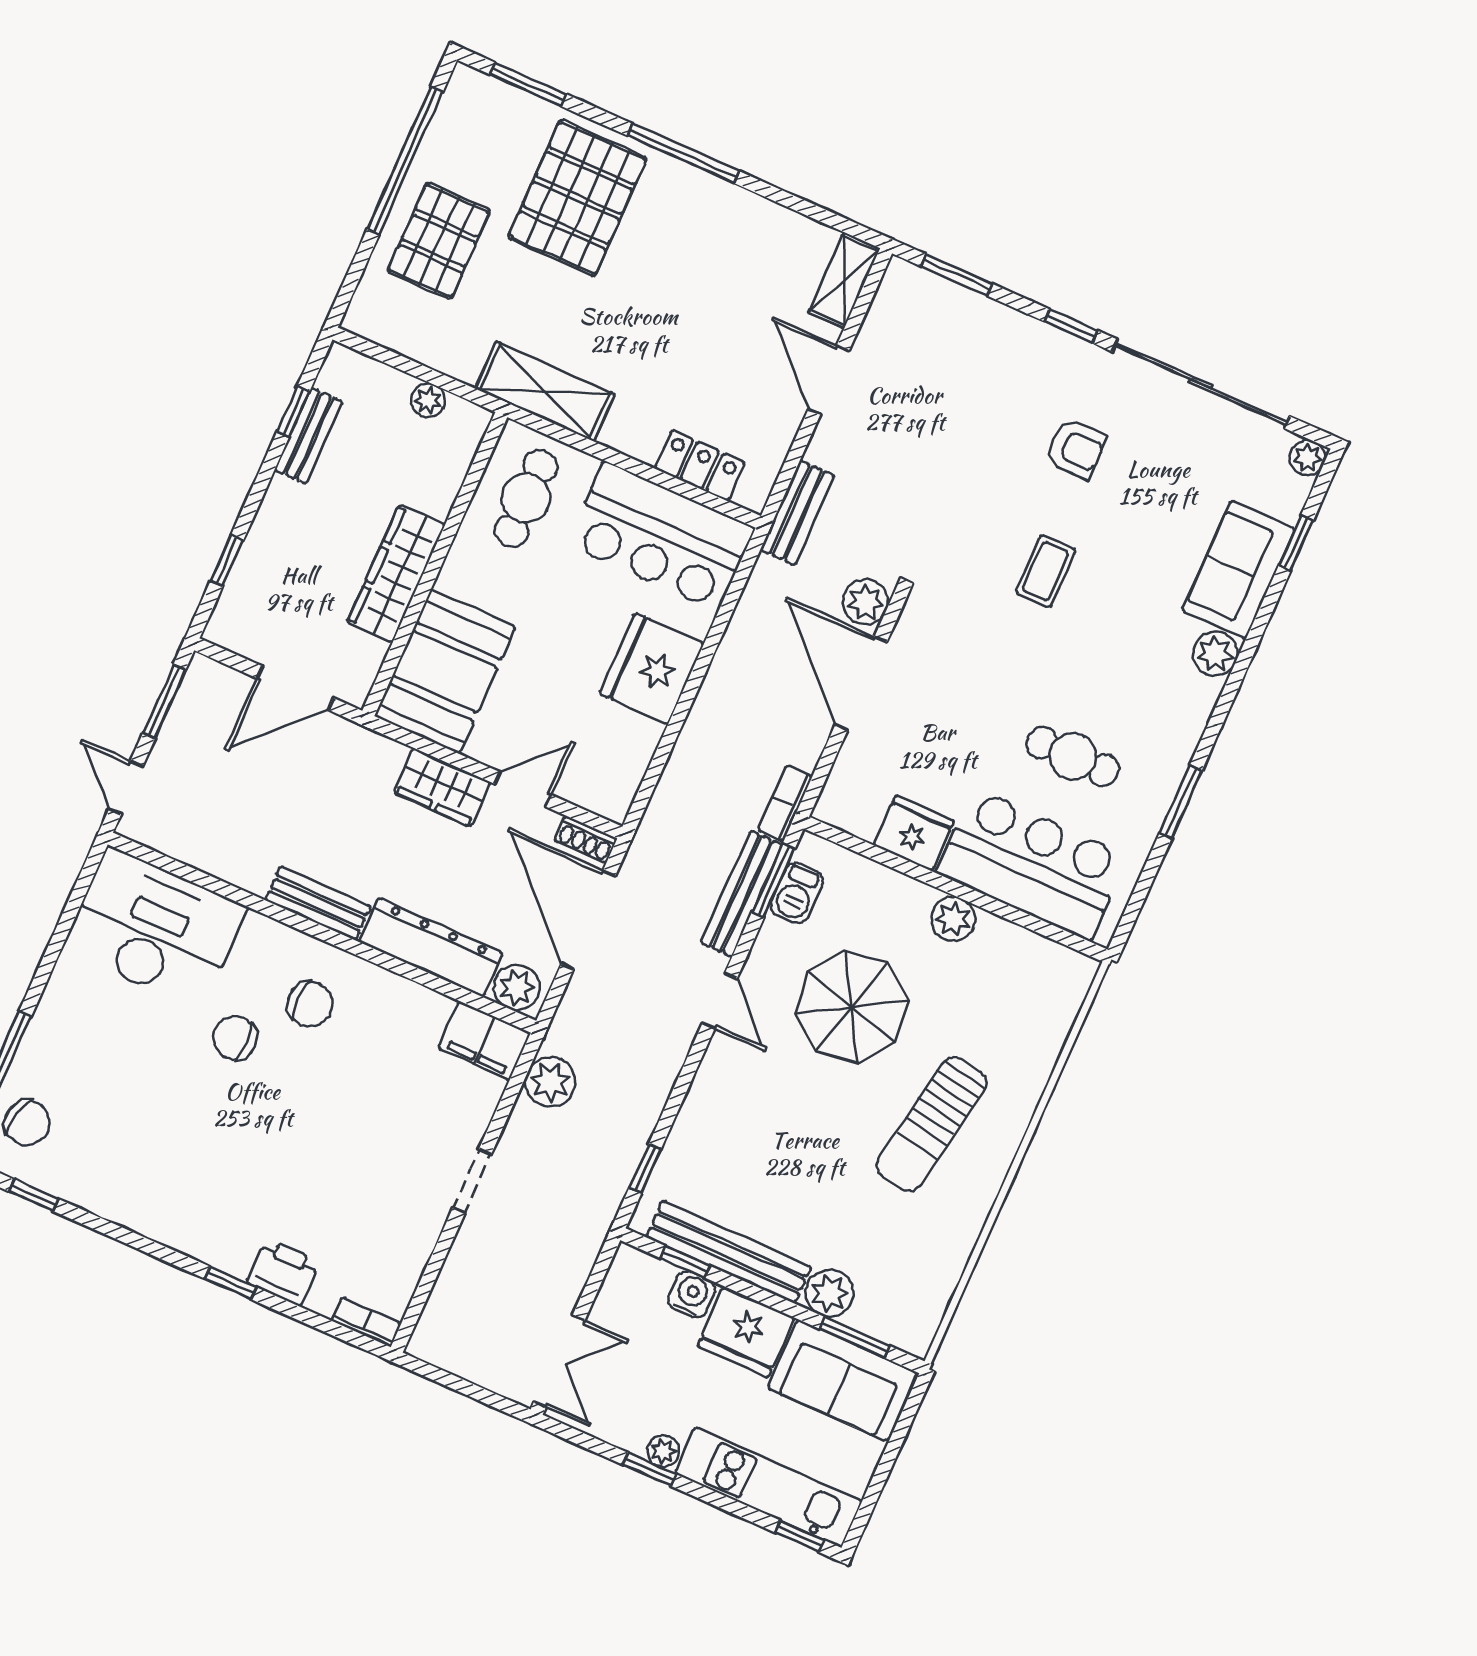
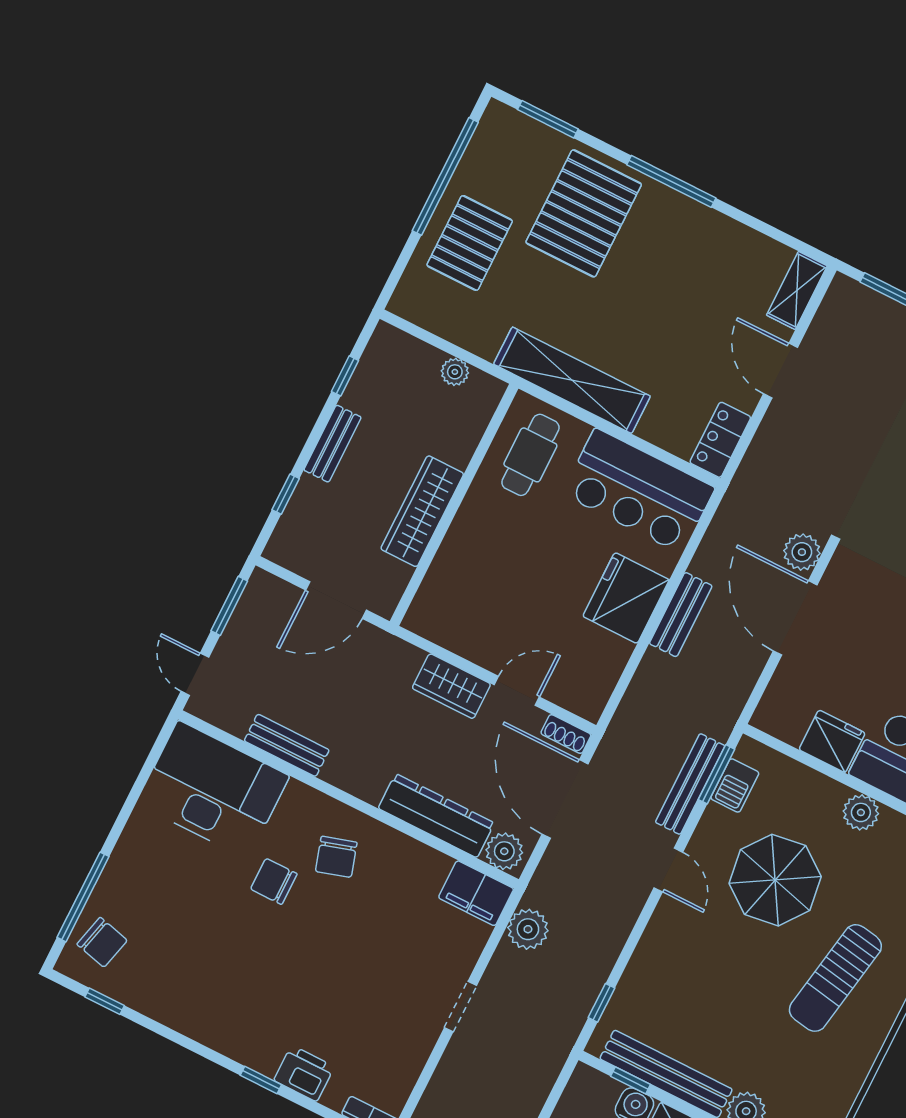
shelving: (545, 391) -> (572, 380), width x1.47
bench: (308, 436) -> (332, 444), moved
locker: (700, 465) -> (720, 440), moved, turned -90
bench: (797, 513) -> (681, 615), moved
booth: (445, 672) -> (458, 592), removed
bookcase: (785, 803) -> (729, 712), removed
bench: (318, 903) -> (287, 745), moved
chair: (310, 1004) -> (336, 857), turned 73

